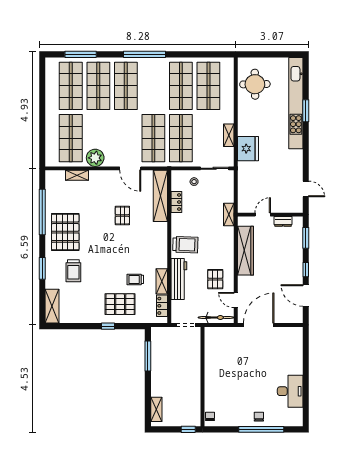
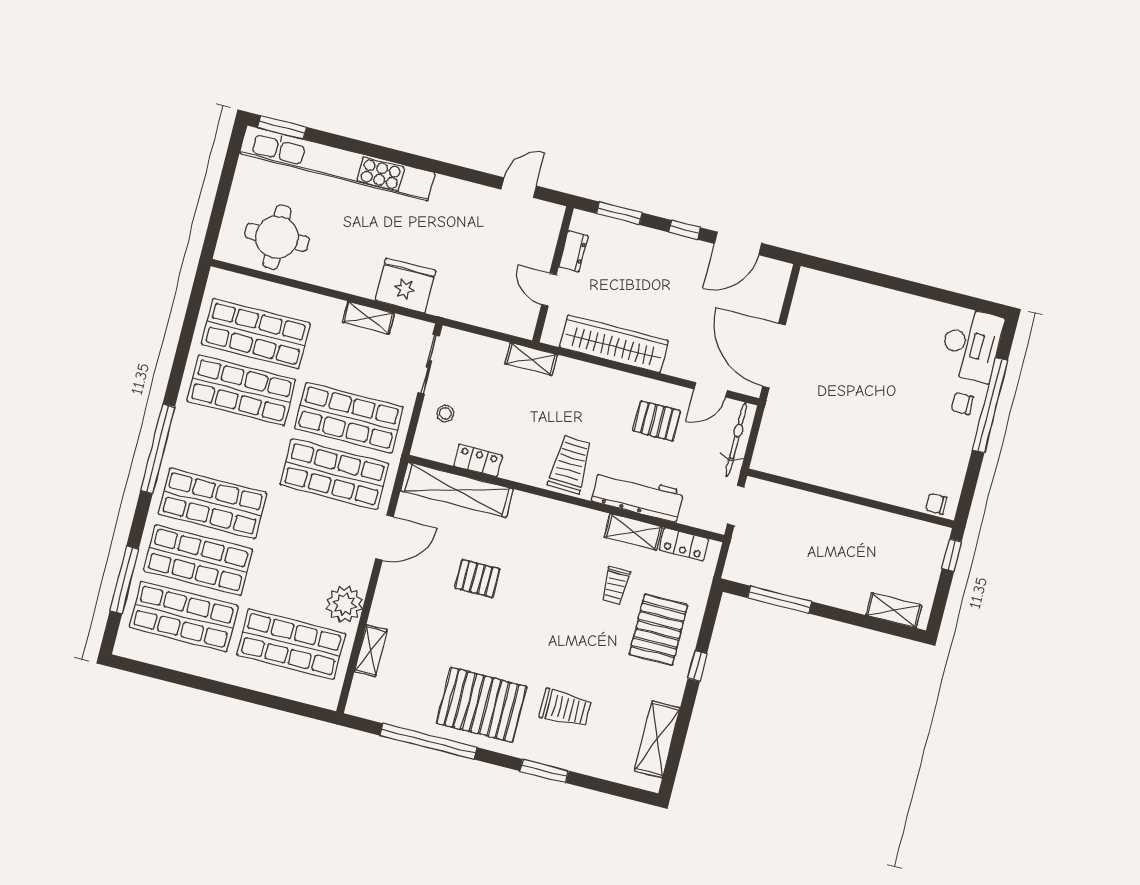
window: (306, 111) -> (282, 127), moved
shelving: (52, 306) -> (657, 739), moved, turned 90
desk: (290, 391) -> (971, 345), moved, turned 90

